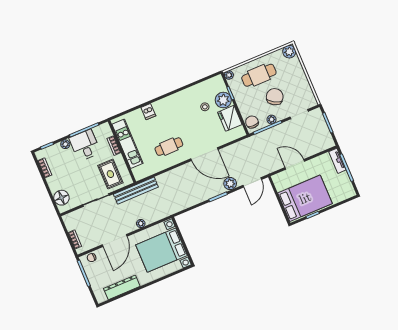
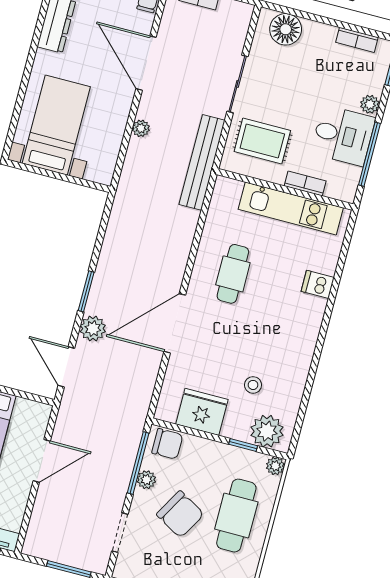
plant: (223, 100) -> (267, 431), moved
bed with nightstands: (161, 250) -> (56, 125), width x0.73

